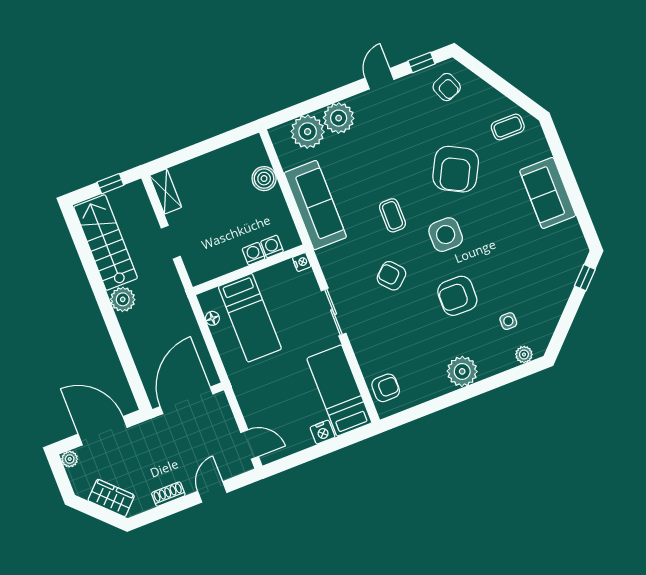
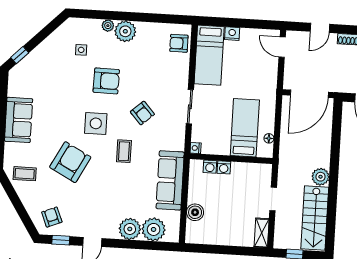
plant: (524, 355) -> (108, 26), moved

